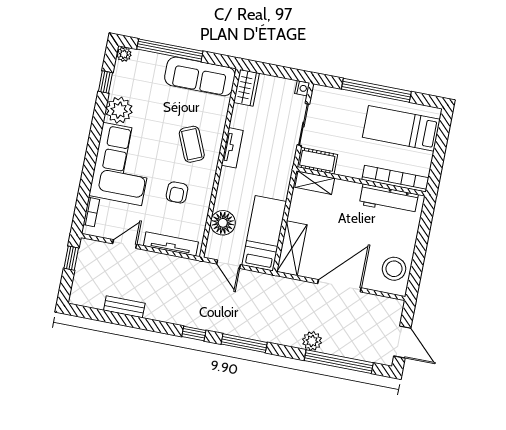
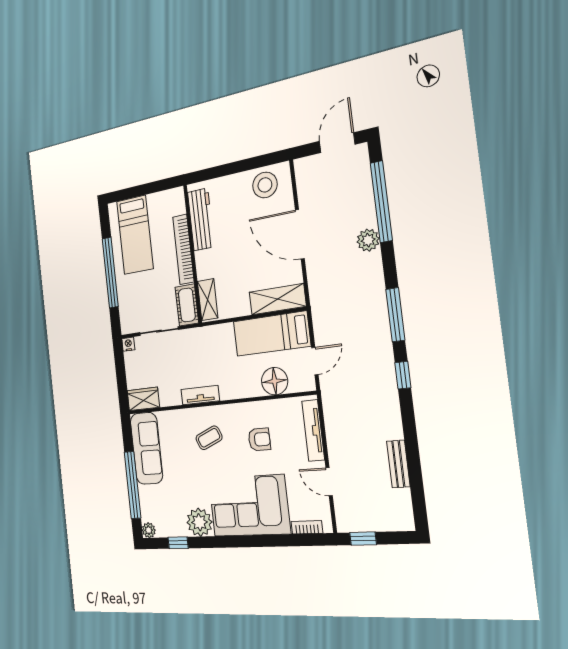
coffee table: (192, 144) -> (209, 438), width x0.73, depth x0.77
bookcase: (395, 179) -> (183, 249), moved

